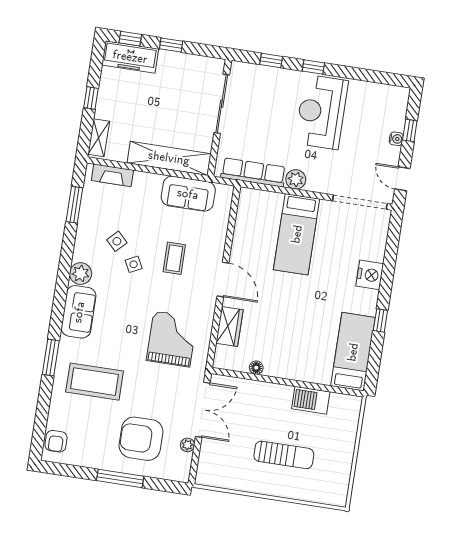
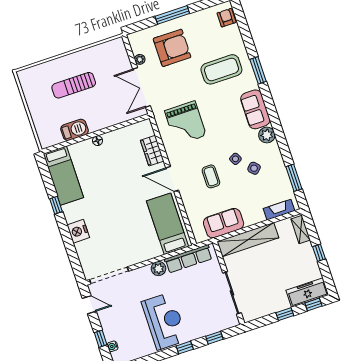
water cooler: (396, 139) -> (113, 346), moved
bed: (297, 234) -> (167, 224), moved
floor lamp: (256, 368) -> (97, 141), moved

